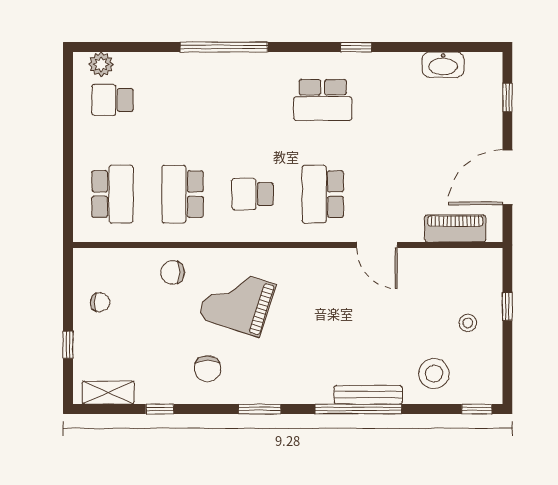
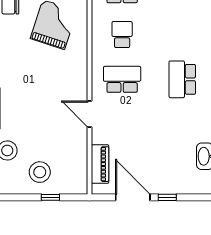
window: (507, 97) -> (167, 197), moved
door: (377, 245) -> (90, 114), hinge flipped
stool: (468, 323) -> (40, 172), width x1.89, depth x1.89

